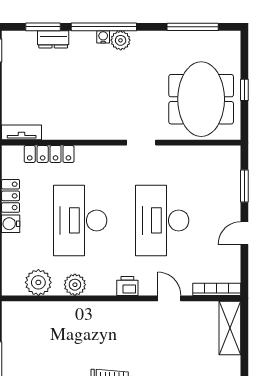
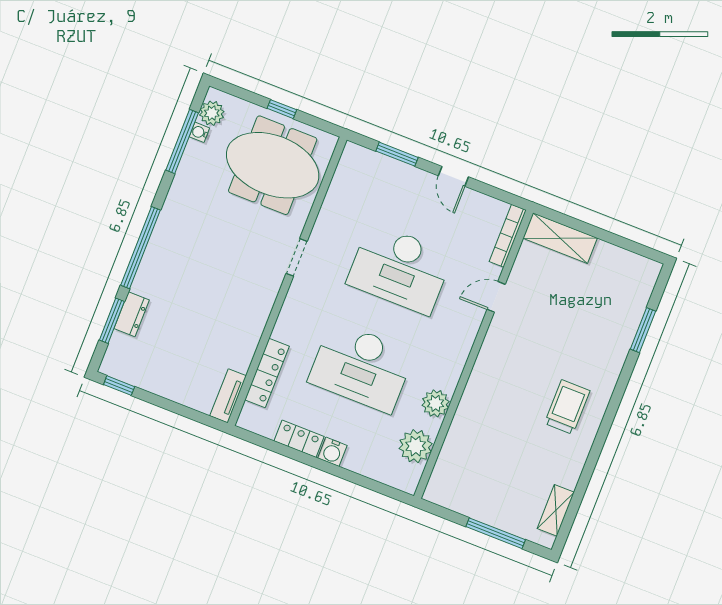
water cooler: (103, 37) -> (199, 132), moved
plant: (121, 40) -> (212, 113), moved
printer: (127, 286) -> (462, 341), removed

